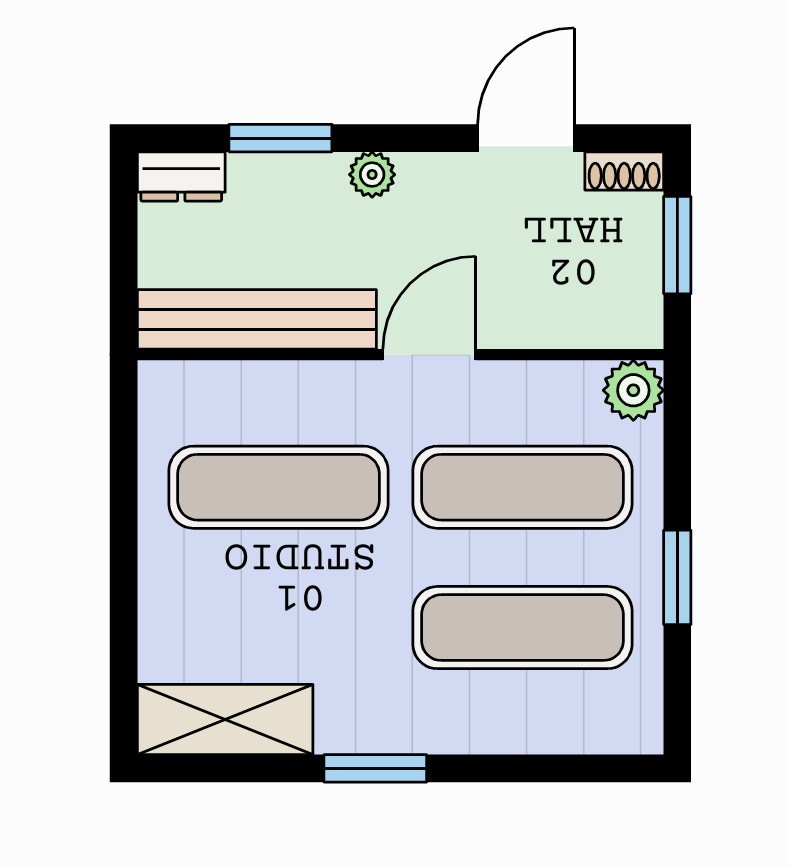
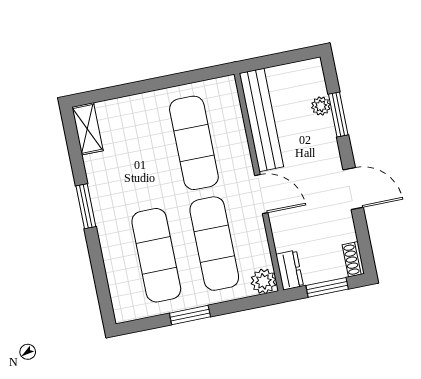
door: (526, 138) -> (353, 189), moved
plant: (372, 175) -> (321, 106), moved
dresser: (181, 176) -> (290, 270), moved, turned 180
shelving: (225, 720) -> (87, 129), width x0.67, depth x0.75

